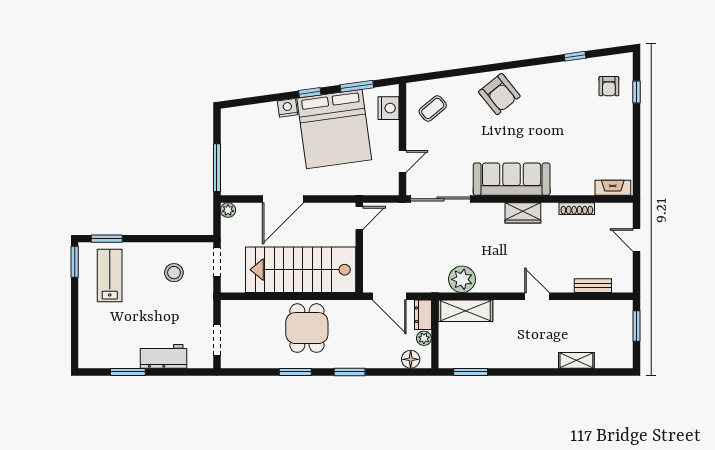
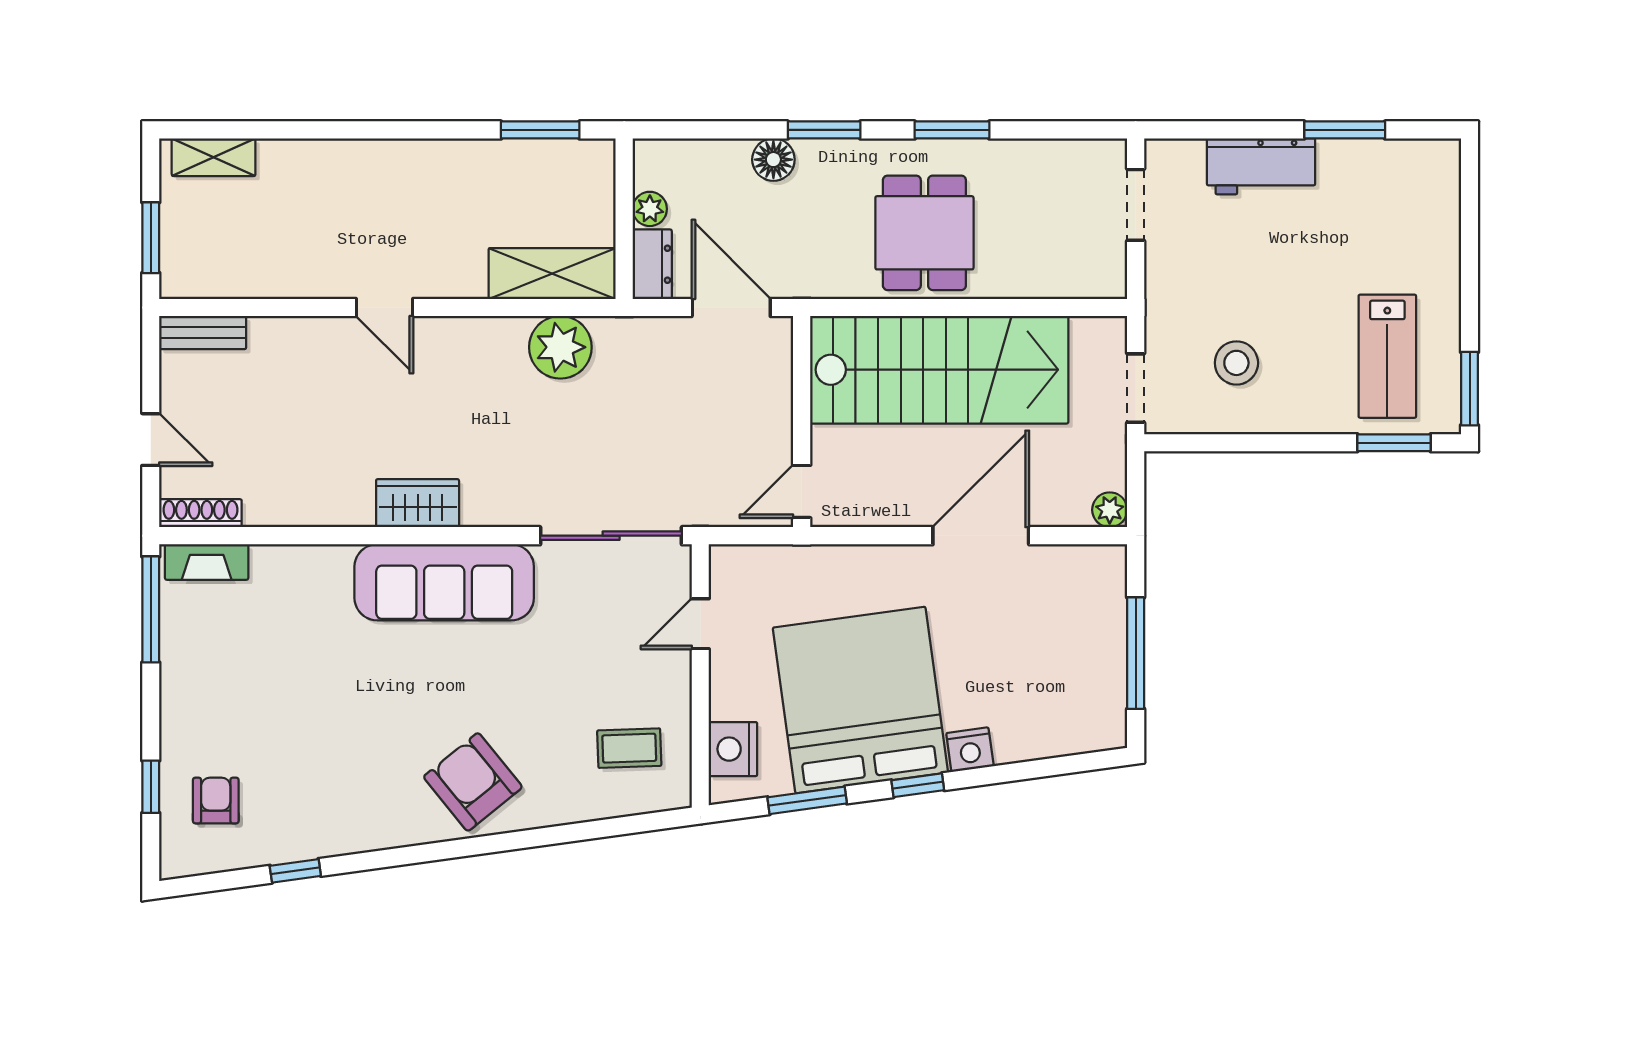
coffee table: (433, 108) -> (629, 748), turned 38
window: (217, 168) -> (1136, 653), moved
window: (637, 168) -> (151, 609), added
shoe rack: (577, 209) -> (200, 513), moved
bench: (593, 286) -> (203, 333), moved
floor lamp: (411, 359) -> (773, 160), moved
shelving: (576, 360) -> (214, 157), moved

